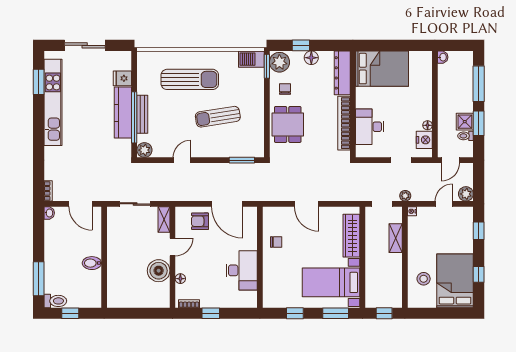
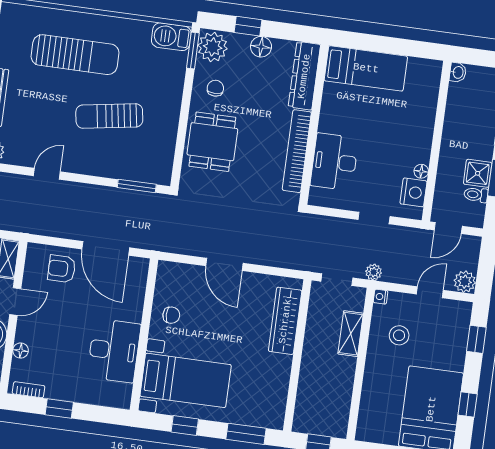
bed: (382, 69) -> (366, 68), width x0.67
stool: (424, 279) -> (399, 335), moved
bed with nightstands: (331, 282) -> (186, 380), moved, turned 180

